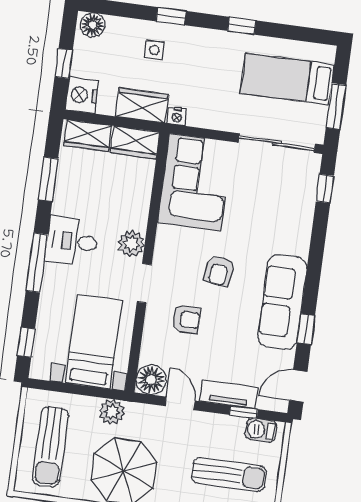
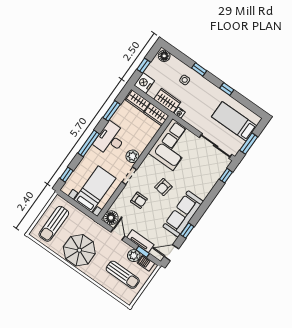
desk: (72, 241) -> (110, 139), width x1.37
plant: (112, 412) -> (134, 256), moved

